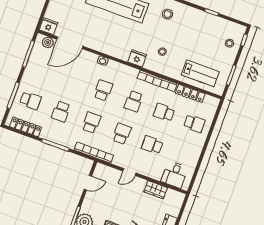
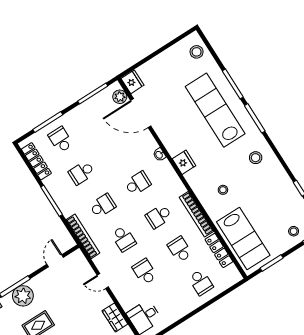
fridge: (137, 58) -> (184, 162), moved
lab bench: (200, 73) -> (243, 238), width x1.36, depth x1.39
school desk: (31, 101) -> (61, 140), turned 180
school desk: (122, 134) -> (124, 239), turned 90
door: (88, 183) -> (55, 261), swing flipped

